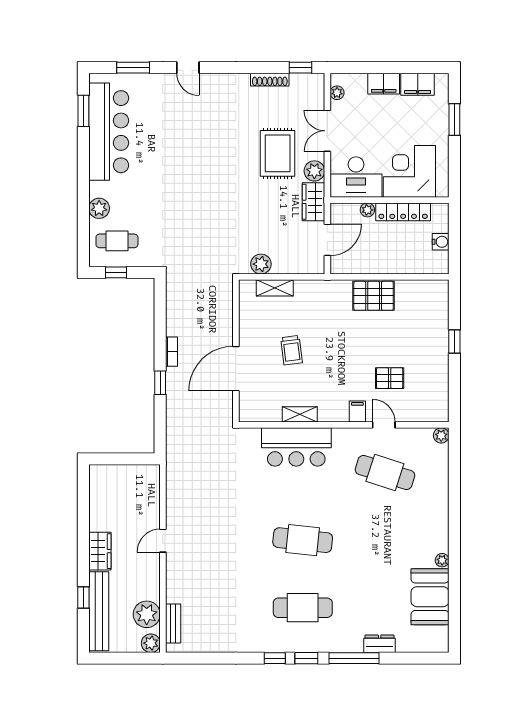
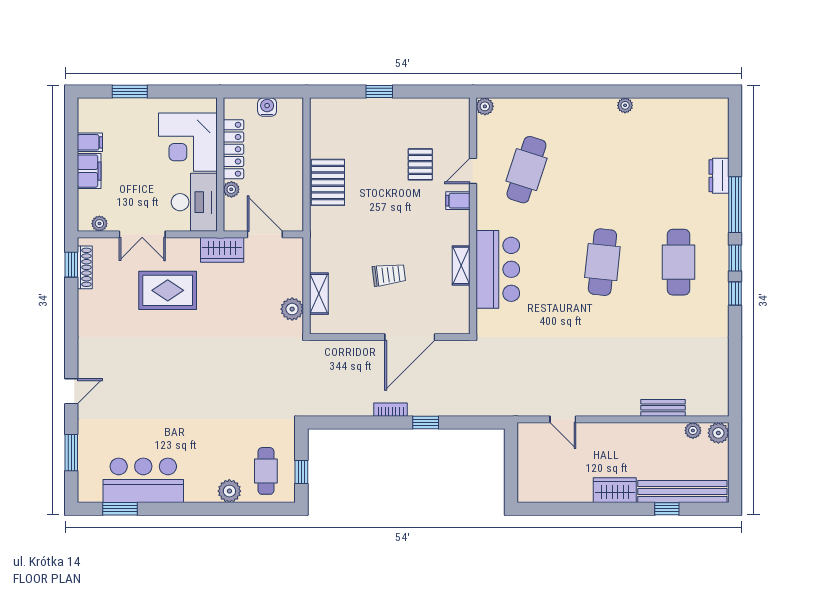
shoe rack: (270, 80) -> (85, 267), moved
filing cabinet: (418, 84) -> (90, 142), width x0.50
bar counter: (109, 132) -> (143, 480), width x0.73
plant: (314, 171) -> (187, 249), removed
door: (236, 369) -> (410, 337), hinge flipped
door: (163, 541) -> (563, 419), moved
booth: (430, 597) -> (666, 119), removed
plant: (147, 614) -> (693, 430), width x0.53, depth x0.53
bench: (173, 624) -> (663, 408), moved

